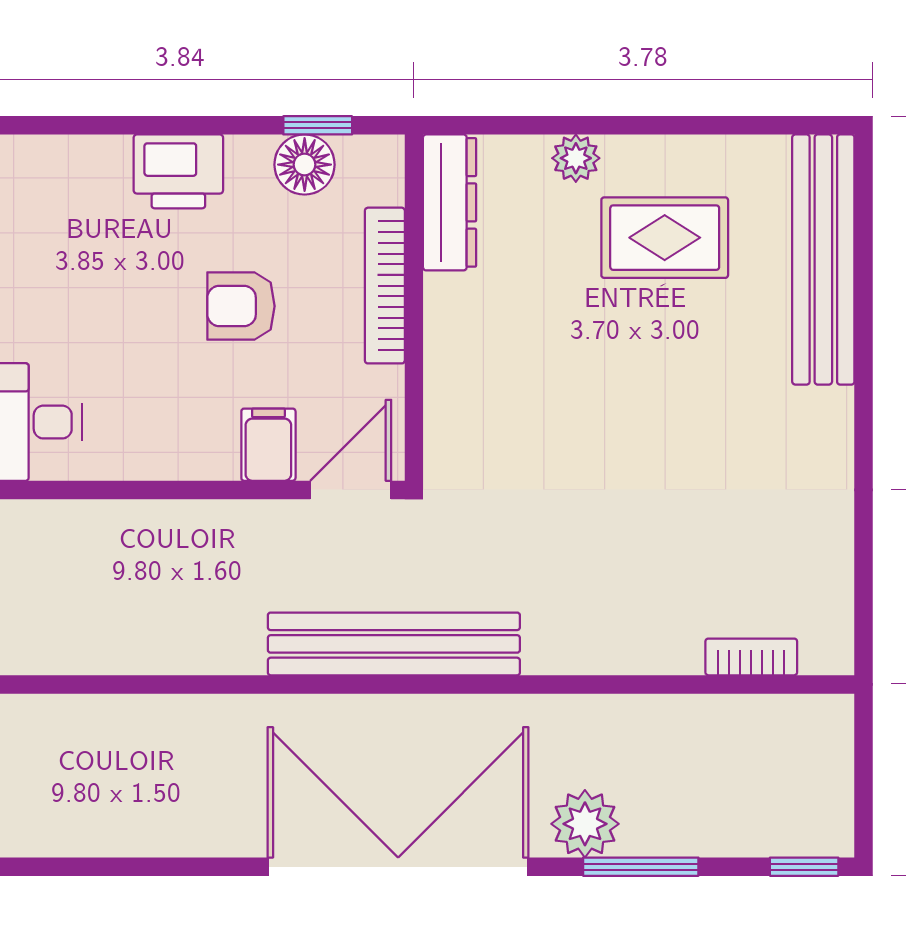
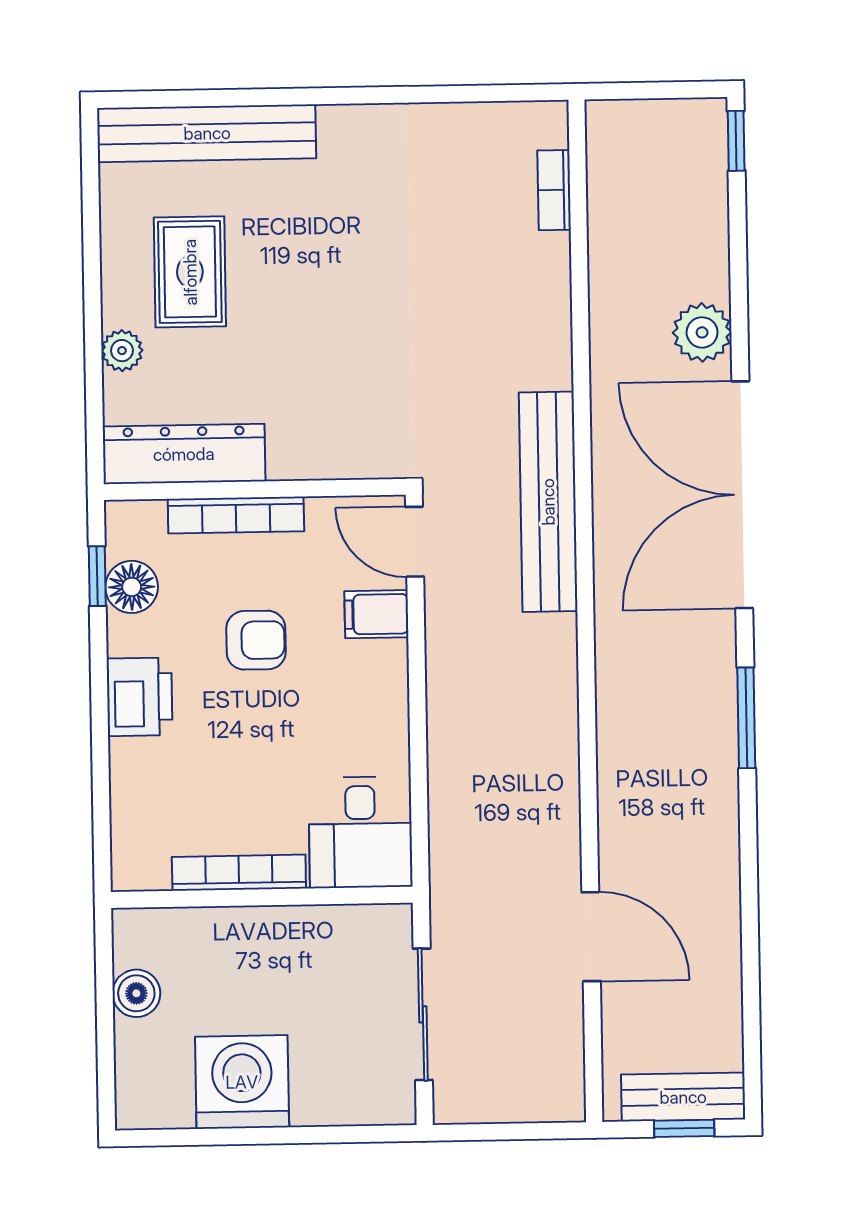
dresser: (450, 202) -> (184, 454), width x1.37, depth x1.24
armchair: (241, 306) -> (256, 640), turned -90
window: (641, 867) -> (746, 718), moved

